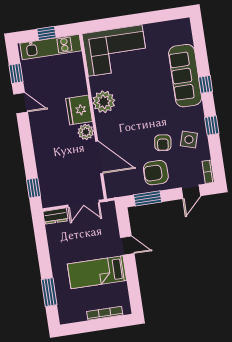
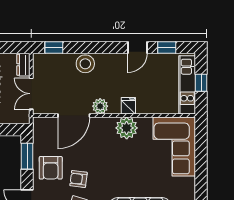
fridge: (79, 110) -> (128, 106), width x0.53, depth x0.75
stool: (45, 154) -> (85, 64), added
armchair: (156, 173) -> (51, 168), turned 180

